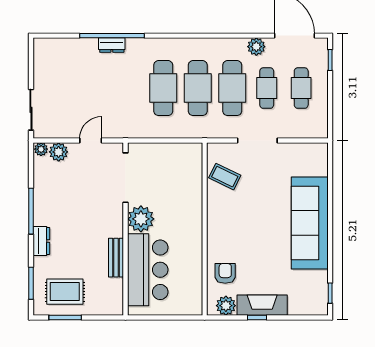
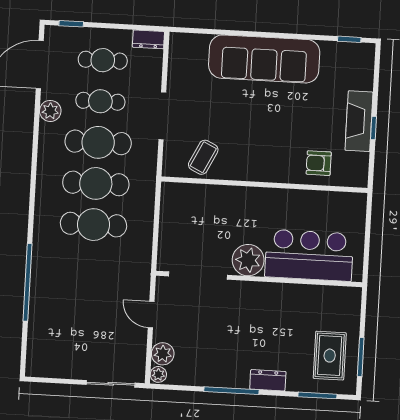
dresser: (112, 45) -> (148, 39), moved, turned 90
bench: (116, 258) -> (293, 292), removed
plant: (226, 306) -> (357, 164), removed

